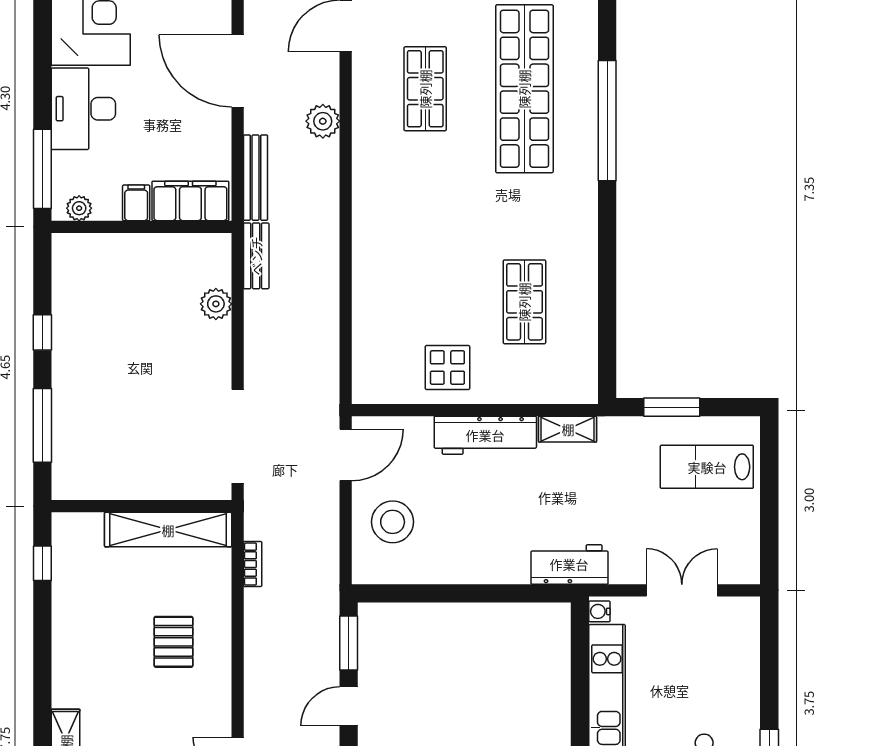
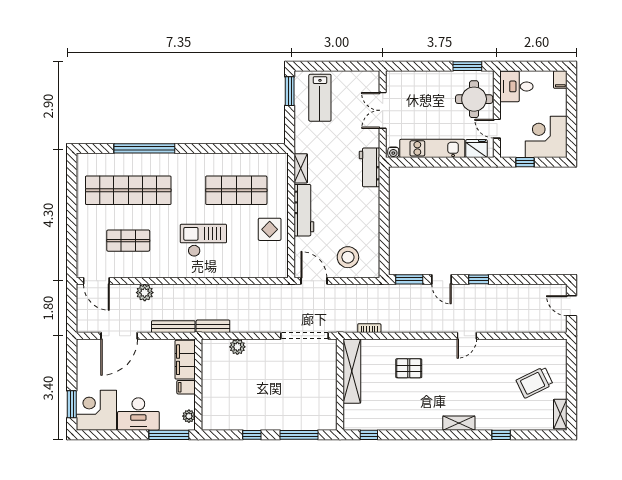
checkout: (426, 237) -> (203, 240), added
shop shelf: (524, 302) -> (236, 190), width x1.43, depth x1.36
window: (672, 407) -> (290, 91), moved

